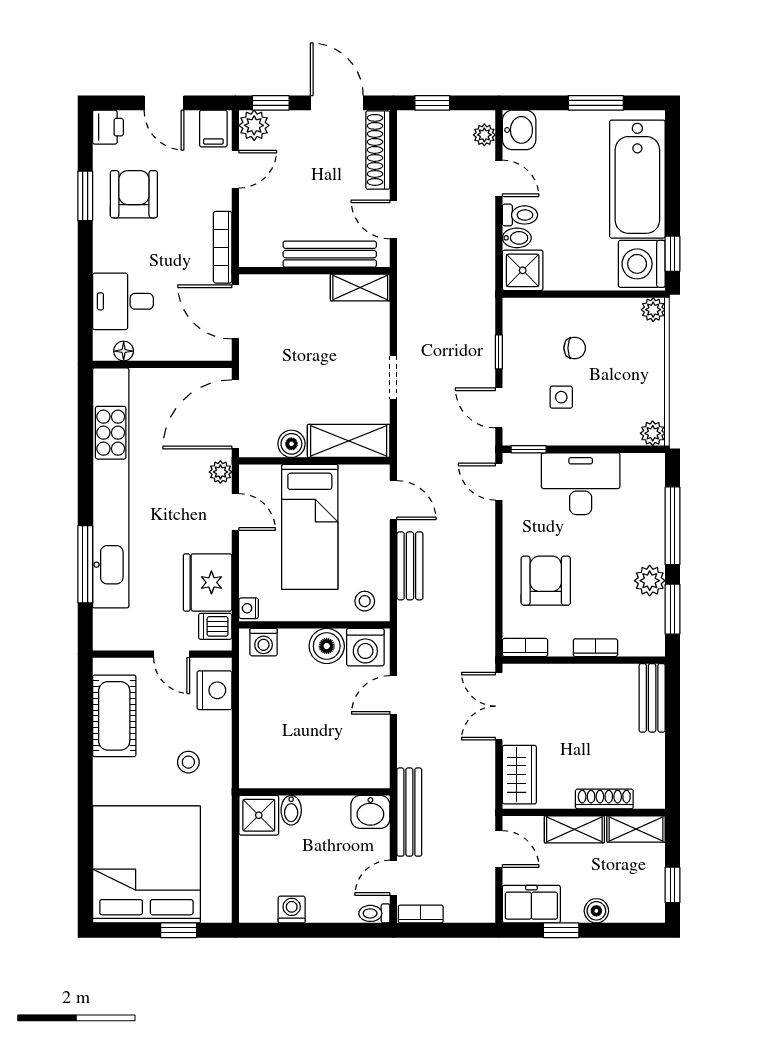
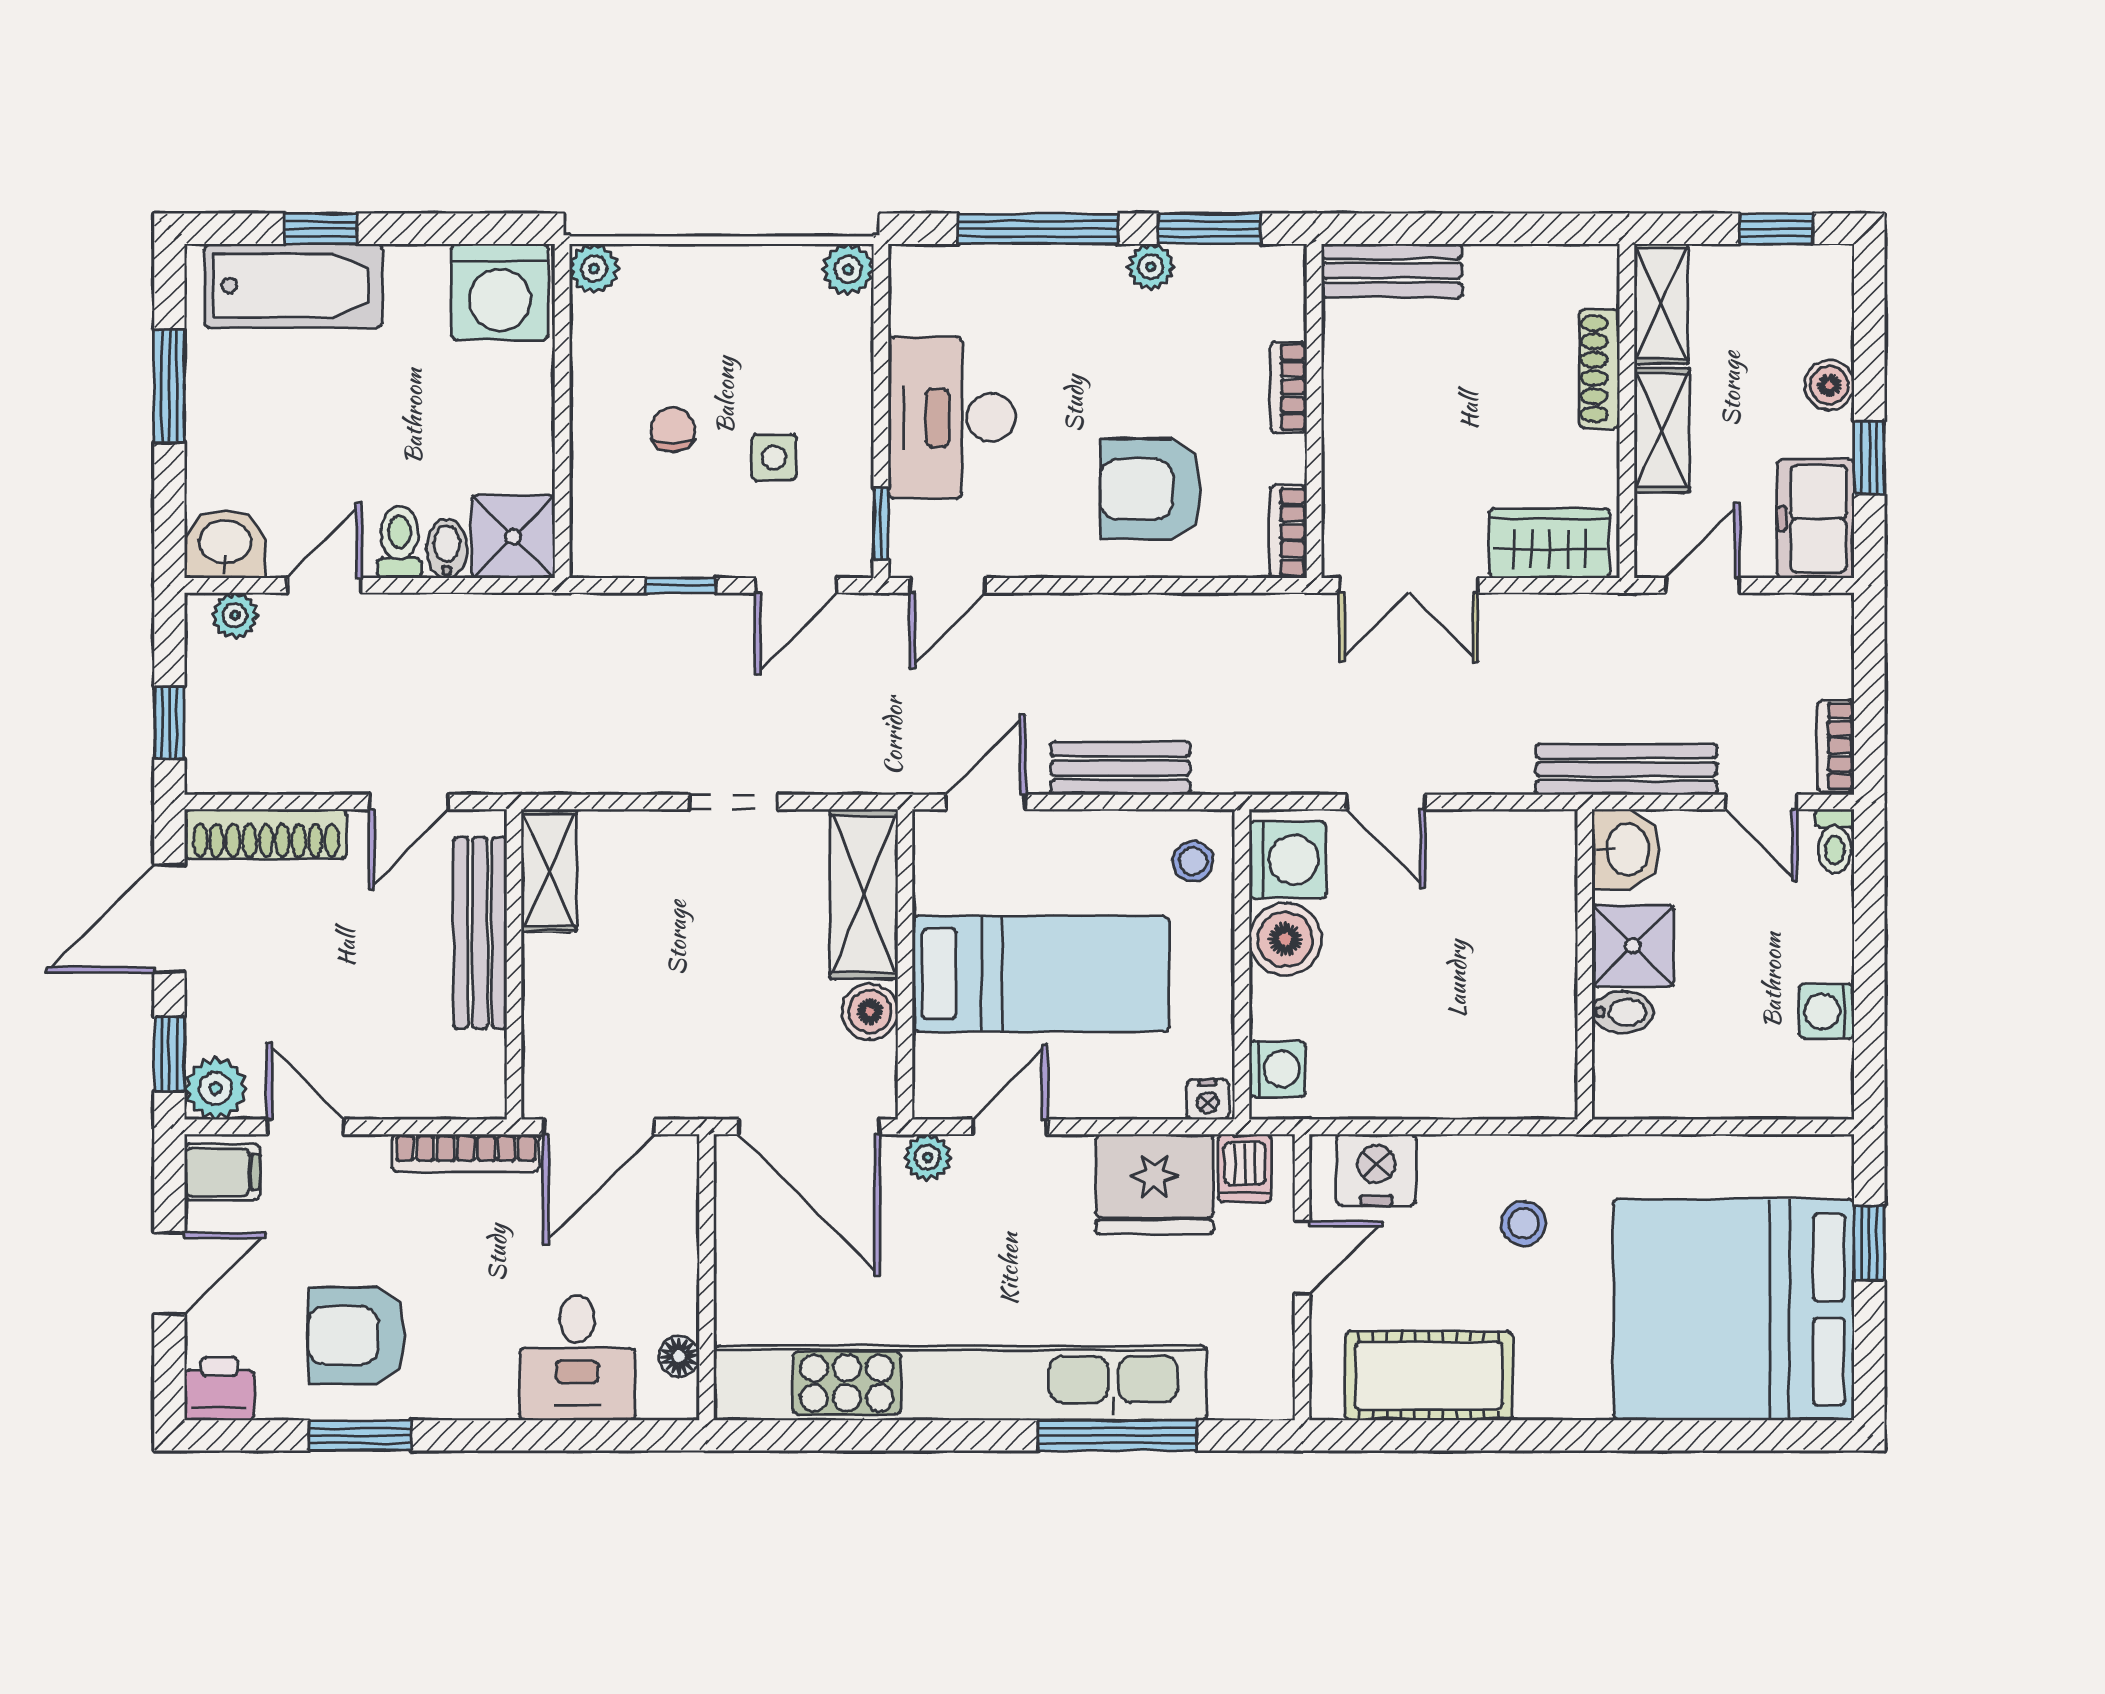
bathtub: (637, 179) -> (293, 286), width x0.73, depth x0.73
window: (673, 254) -> (321, 229), moved
plant: (650, 581) -> (1151, 267), width x0.73, depth x0.73
shower: (259, 815) -> (1633, 946), moved

